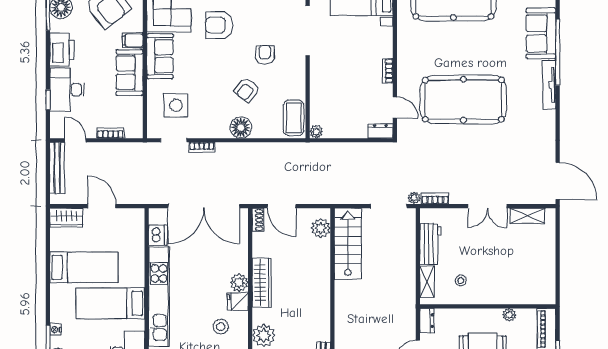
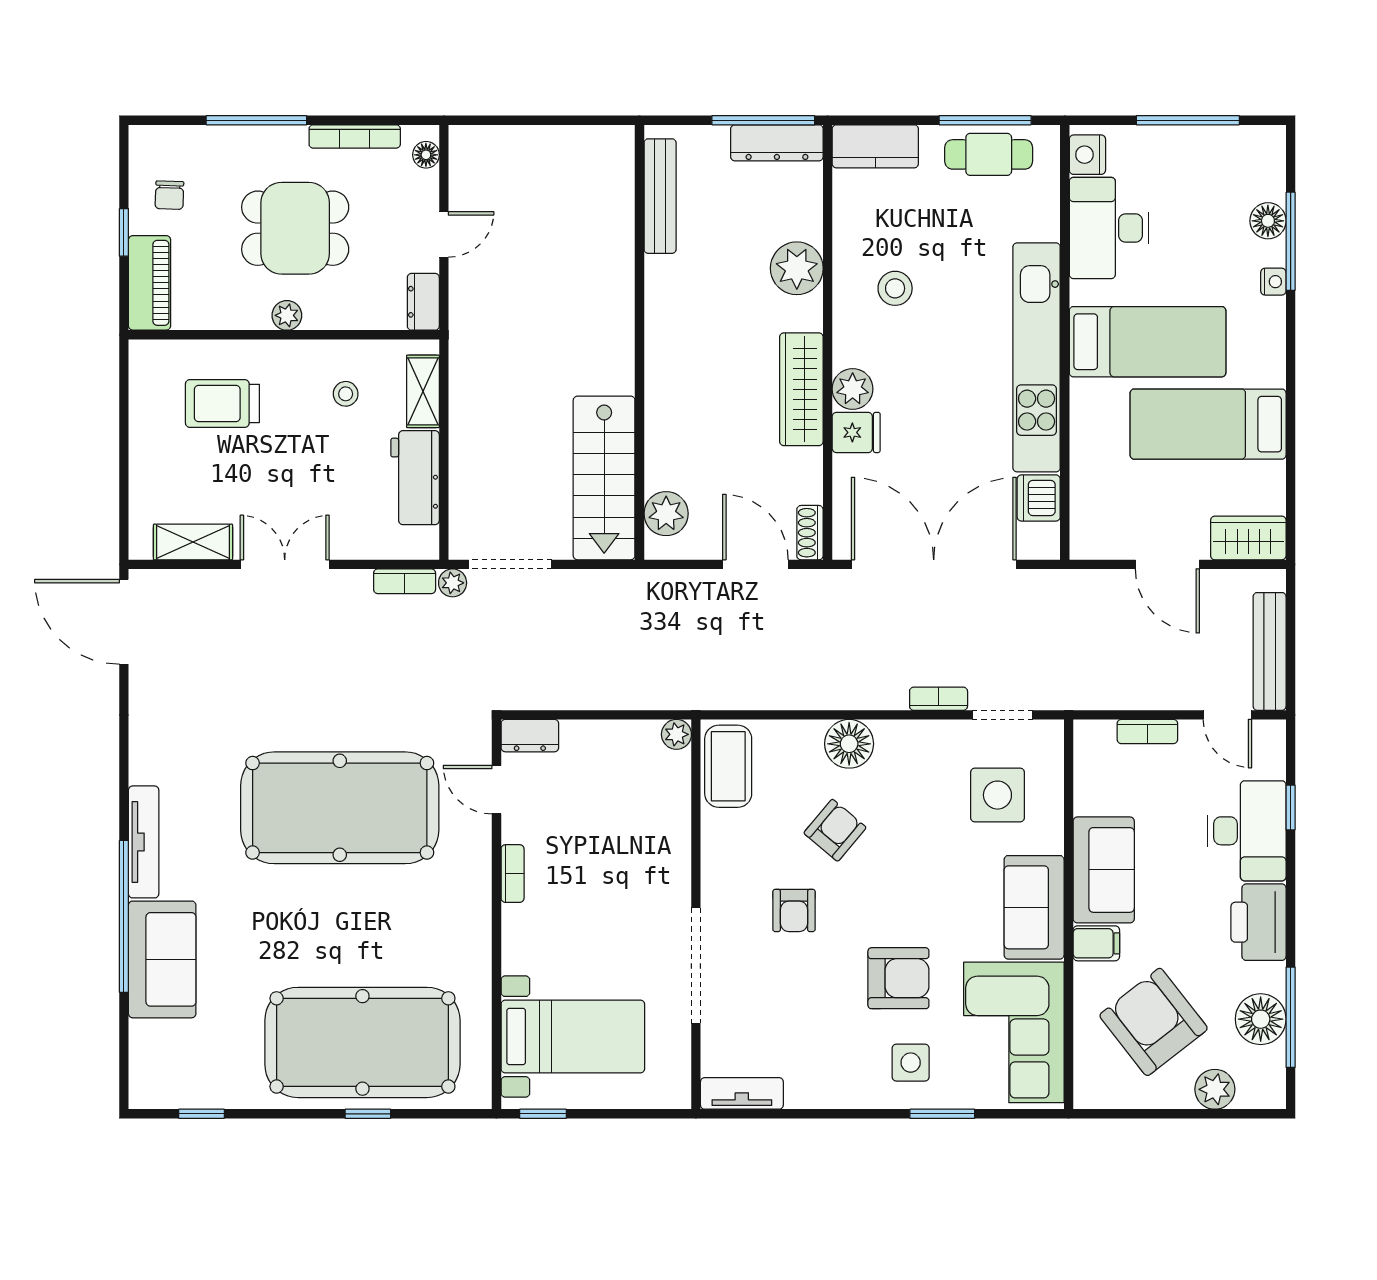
trolley: (515, 276) -> (222, 403), added
fridge: (238, 302) -> (856, 432), moved
plant: (509, 315) -> (287, 315), moved

